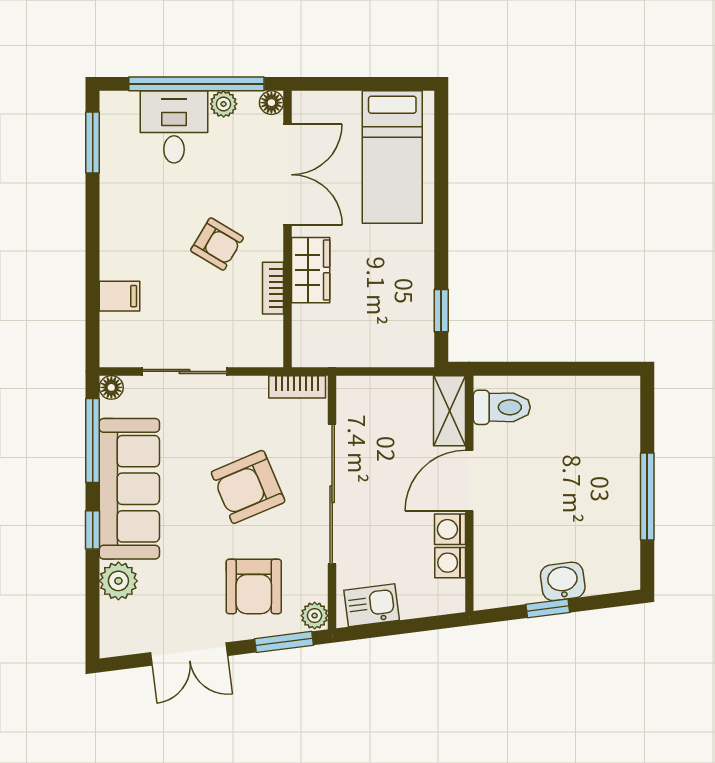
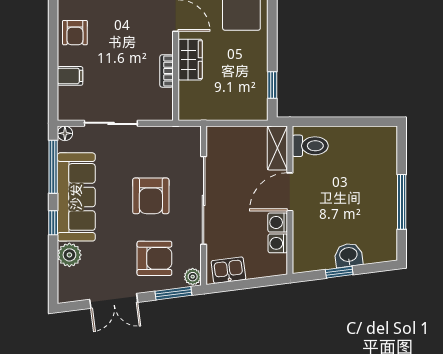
armchair: (217, 244) -> (75, 33), moved, turned 59
bookcase: (297, 387) -> (182, 133), removed
armchair: (248, 487) -> (151, 196), turned -67
armchair: (254, 586) -> (154, 258), turned -90

